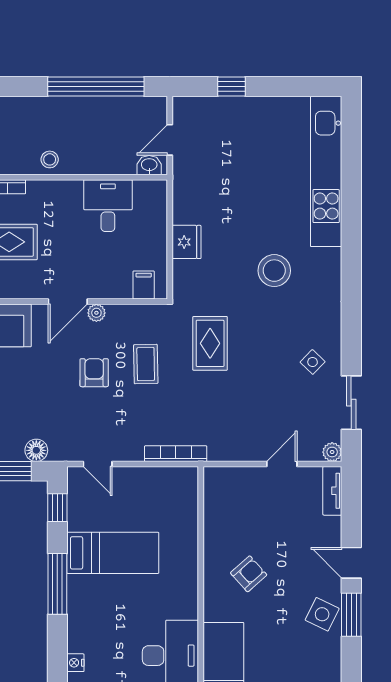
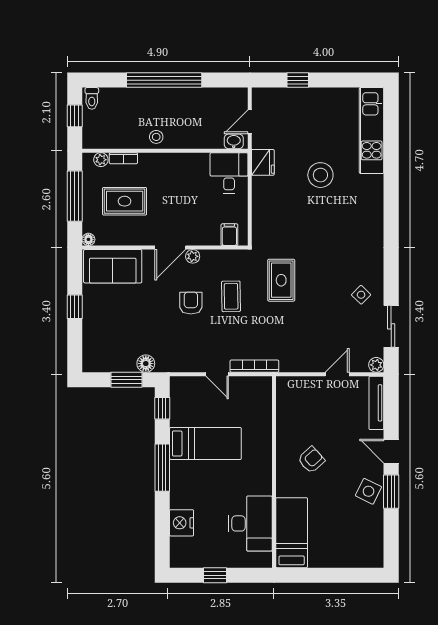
window: (96, 86) -> (164, 80), moved
kitchen unit: (326, 171) -> (372, 131), width x0.73
desk: (108, 206) -> (229, 173), moved
fridge: (186, 242) -> (263, 162), moved
stool: (274, 271) -> (320, 175), moved
door: (98, 464) -> (217, 374), moved
tv unit: (332, 491) -> (376, 403), width x1.41
nightstand: (75, 663) -> (182, 523), width x1.89, depth x1.79

